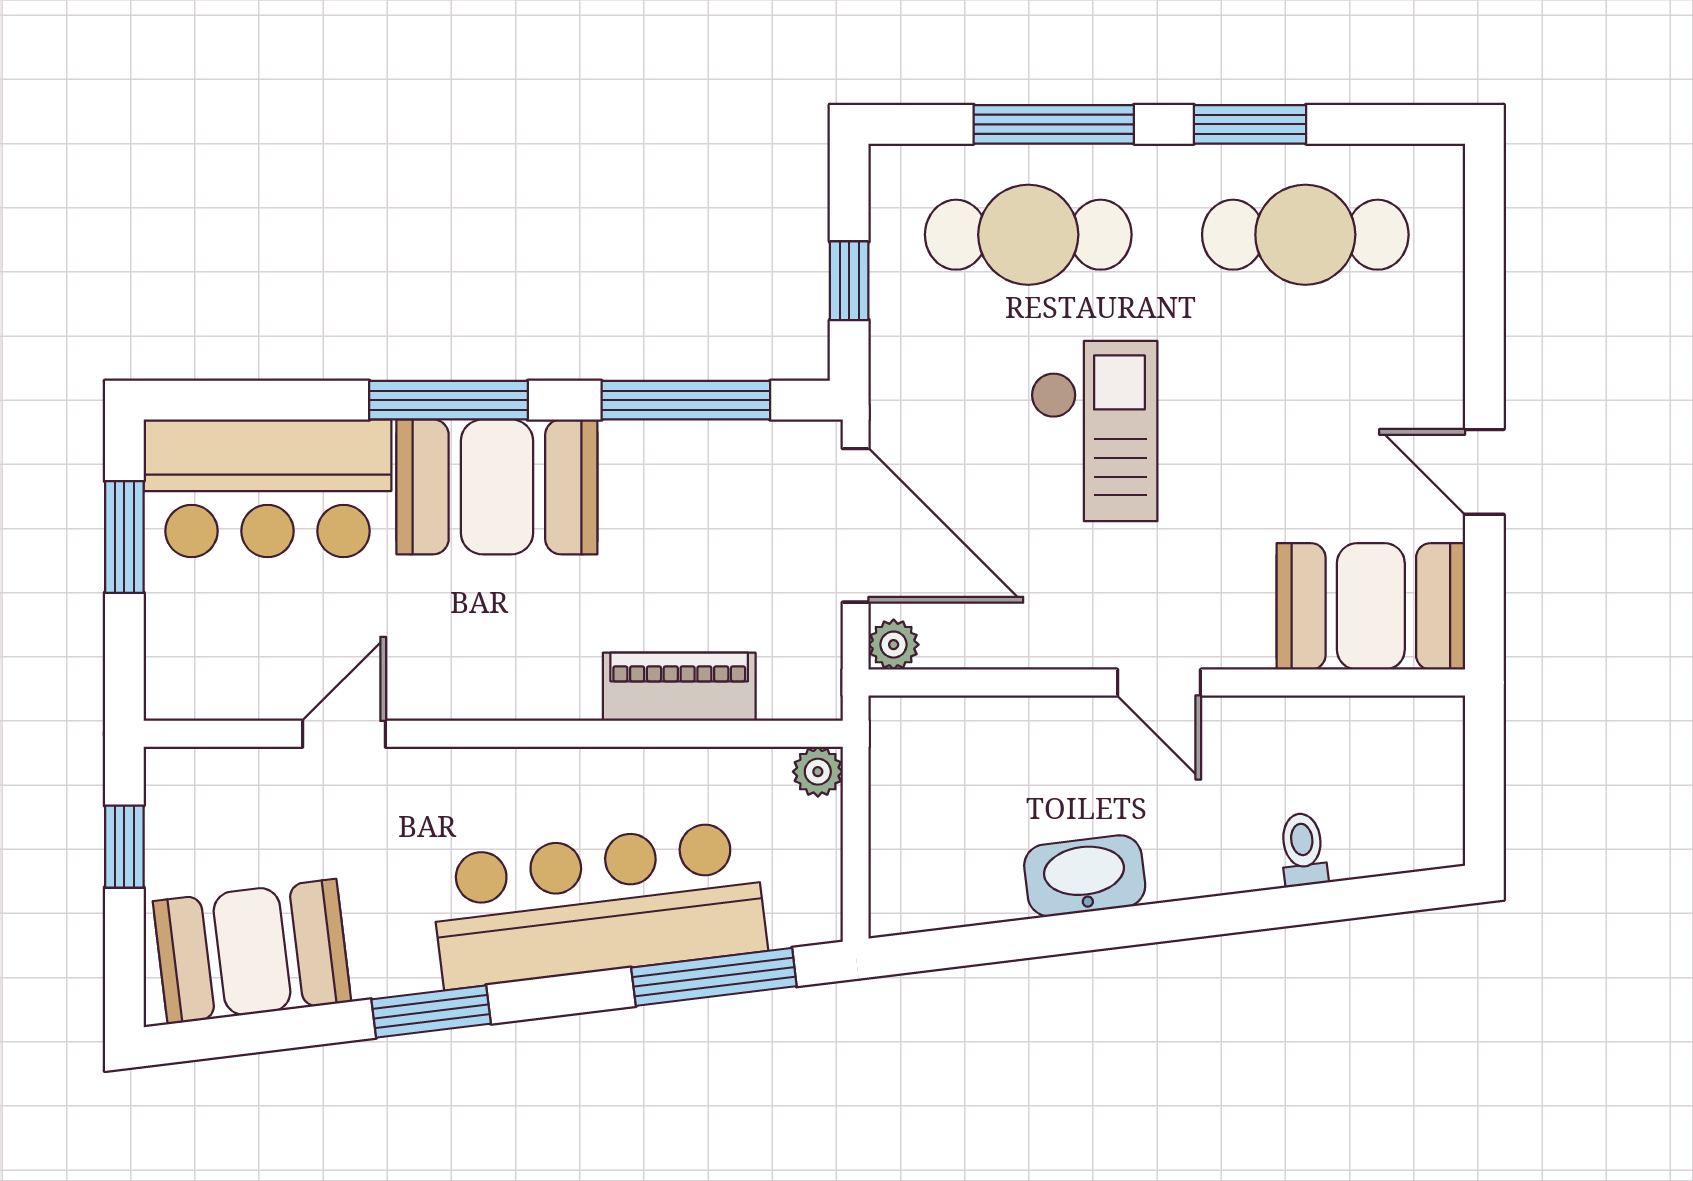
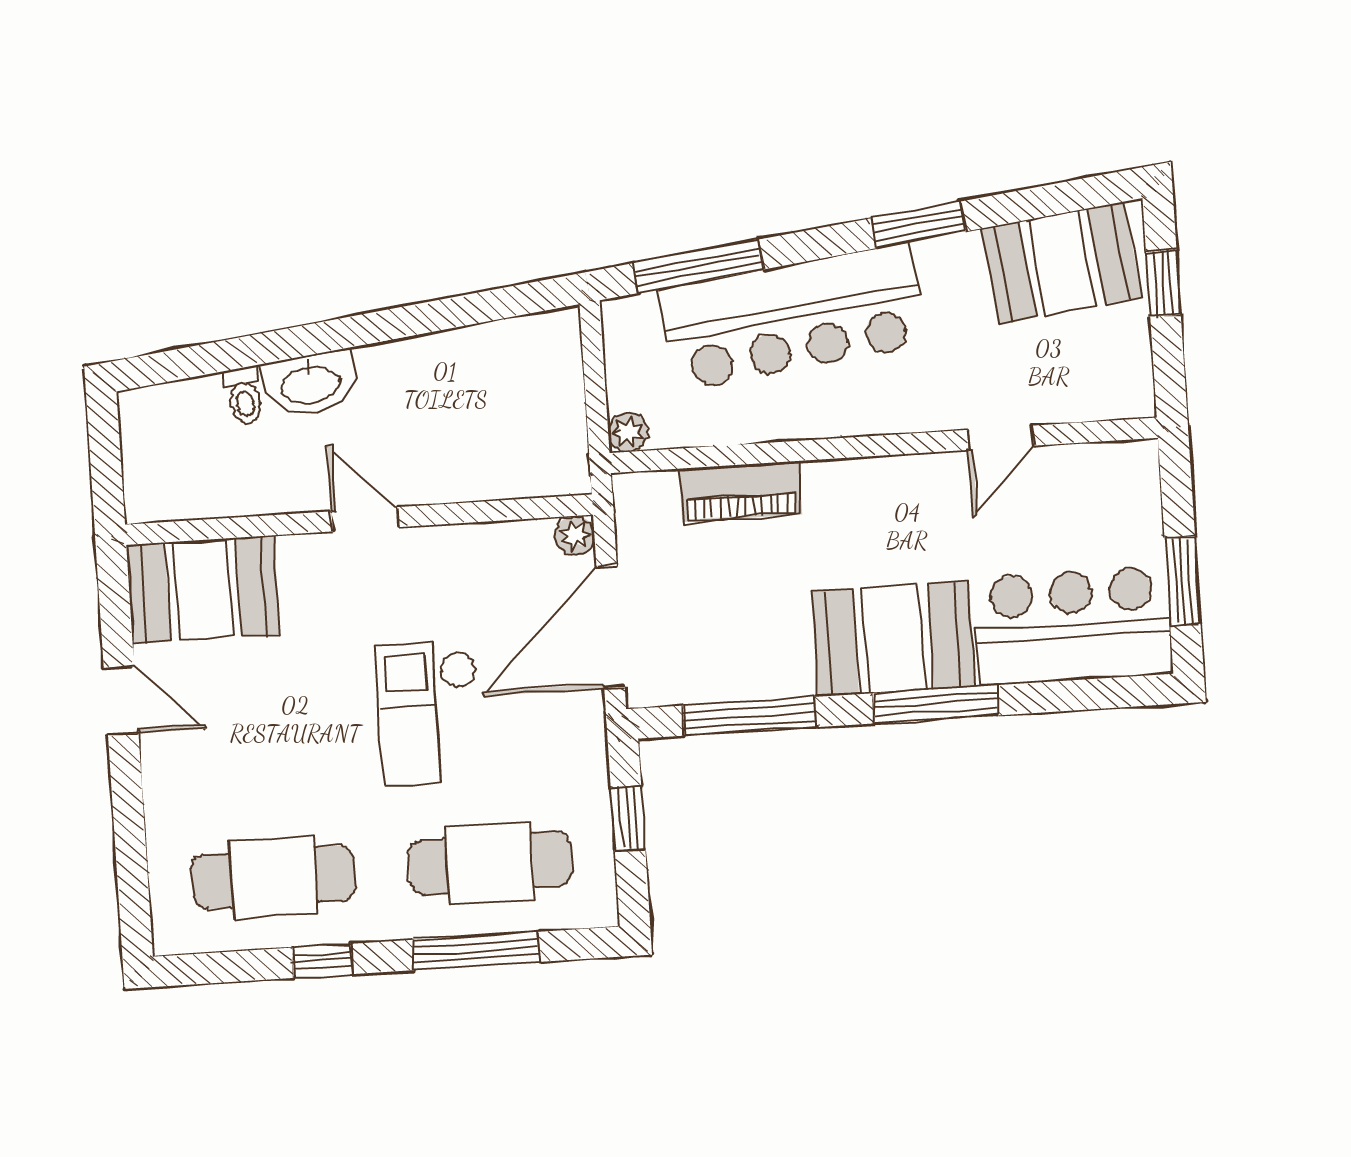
window: (1250, 124) -> (322, 961), width x0.67
door: (856, 525) -> (611, 627), hinge flipped
window: (124, 847) -> (1163, 284), moved
washbasin: (1085, 876) -> (310, 384), moved

